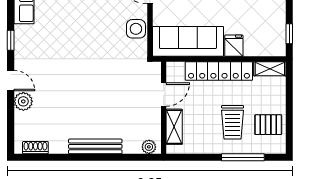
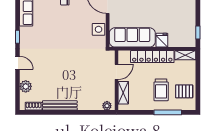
plant: (23, 101) -> (26, 86), moved
bench: (95, 146) -> (60, 105), moved

